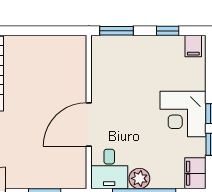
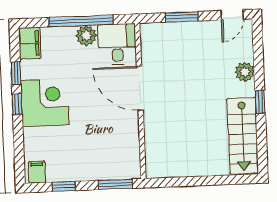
door: (89, 124) -> (140, 88), swing flipped

